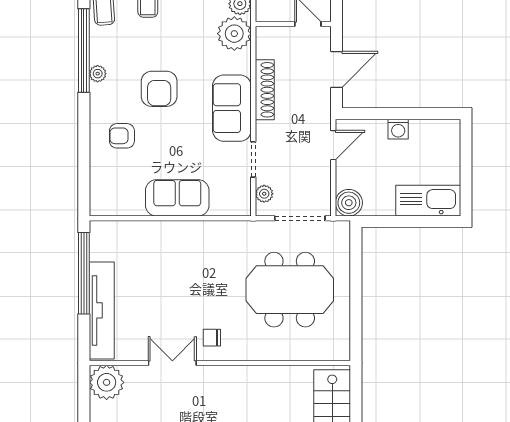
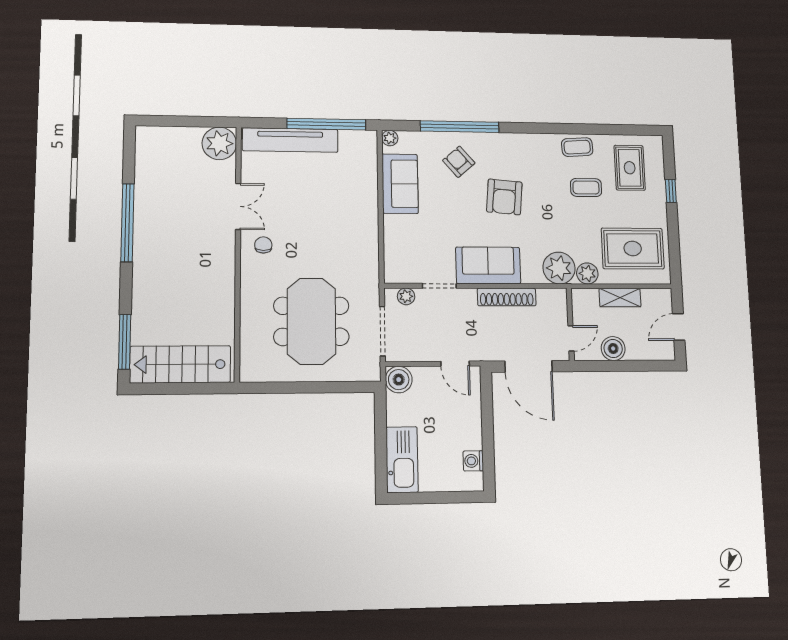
window: (84, 50) -> (460, 127), moved
door: (336, 69) -> (529, 366), width x1.36
plant: (98, 74) -> (390, 138), moved
armchair: (159, 89) -> (504, 197), turned -85
washing machine: (398, 129) -> (473, 461), moved
armchair: (122, 136) -> (459, 162), turned -41
sofa: (177, 198) -> (400, 184), moved

